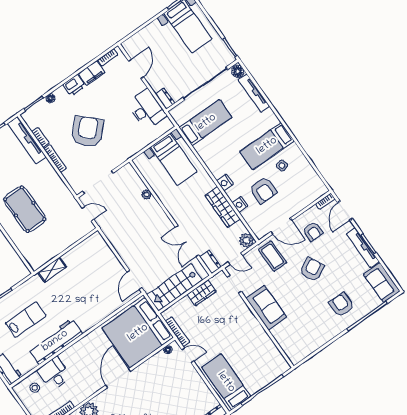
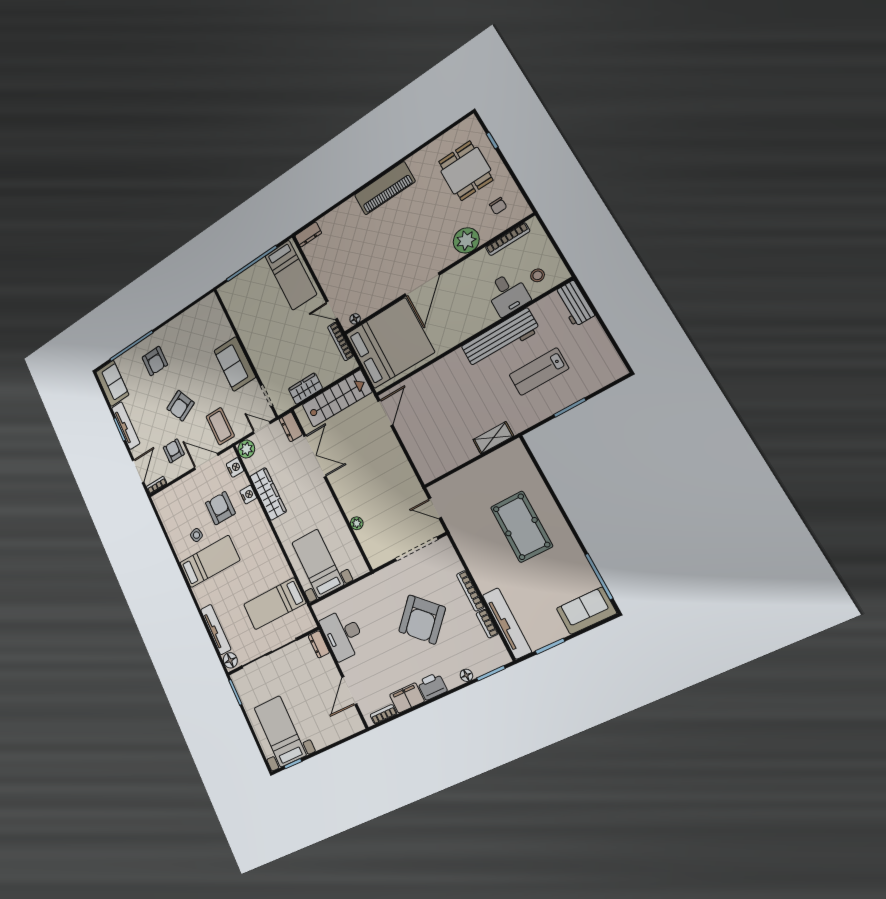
nightstand: (225, 183) -> (235, 467), moved

